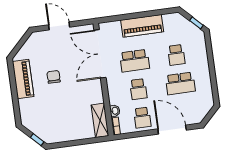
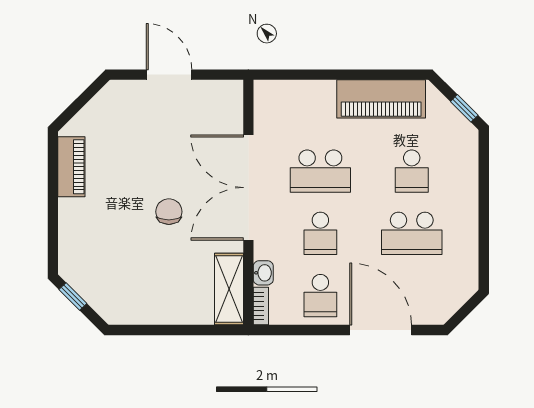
piano: (142, 26) -> (381, 99), moved
double door: (100, 54) -> (248, 188), moved
chair: (54, 77) -> (169, 212), moved
piano: (23, 79) -> (71, 167), width x0.73, depth x0.75
window: (37, 140) -> (73, 297), moved

